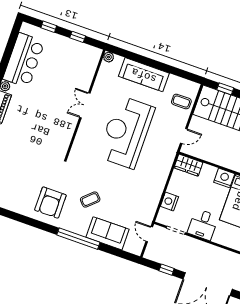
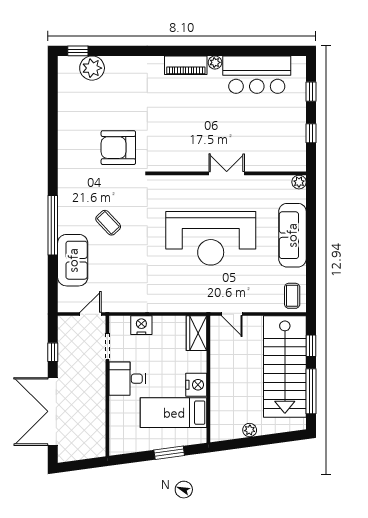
coffee table: (181, 102) -> (292, 296), moved
reception desk: (126, 132) -> (211, 238), turned 180
armchair: (50, 203) -> (118, 148), moved

